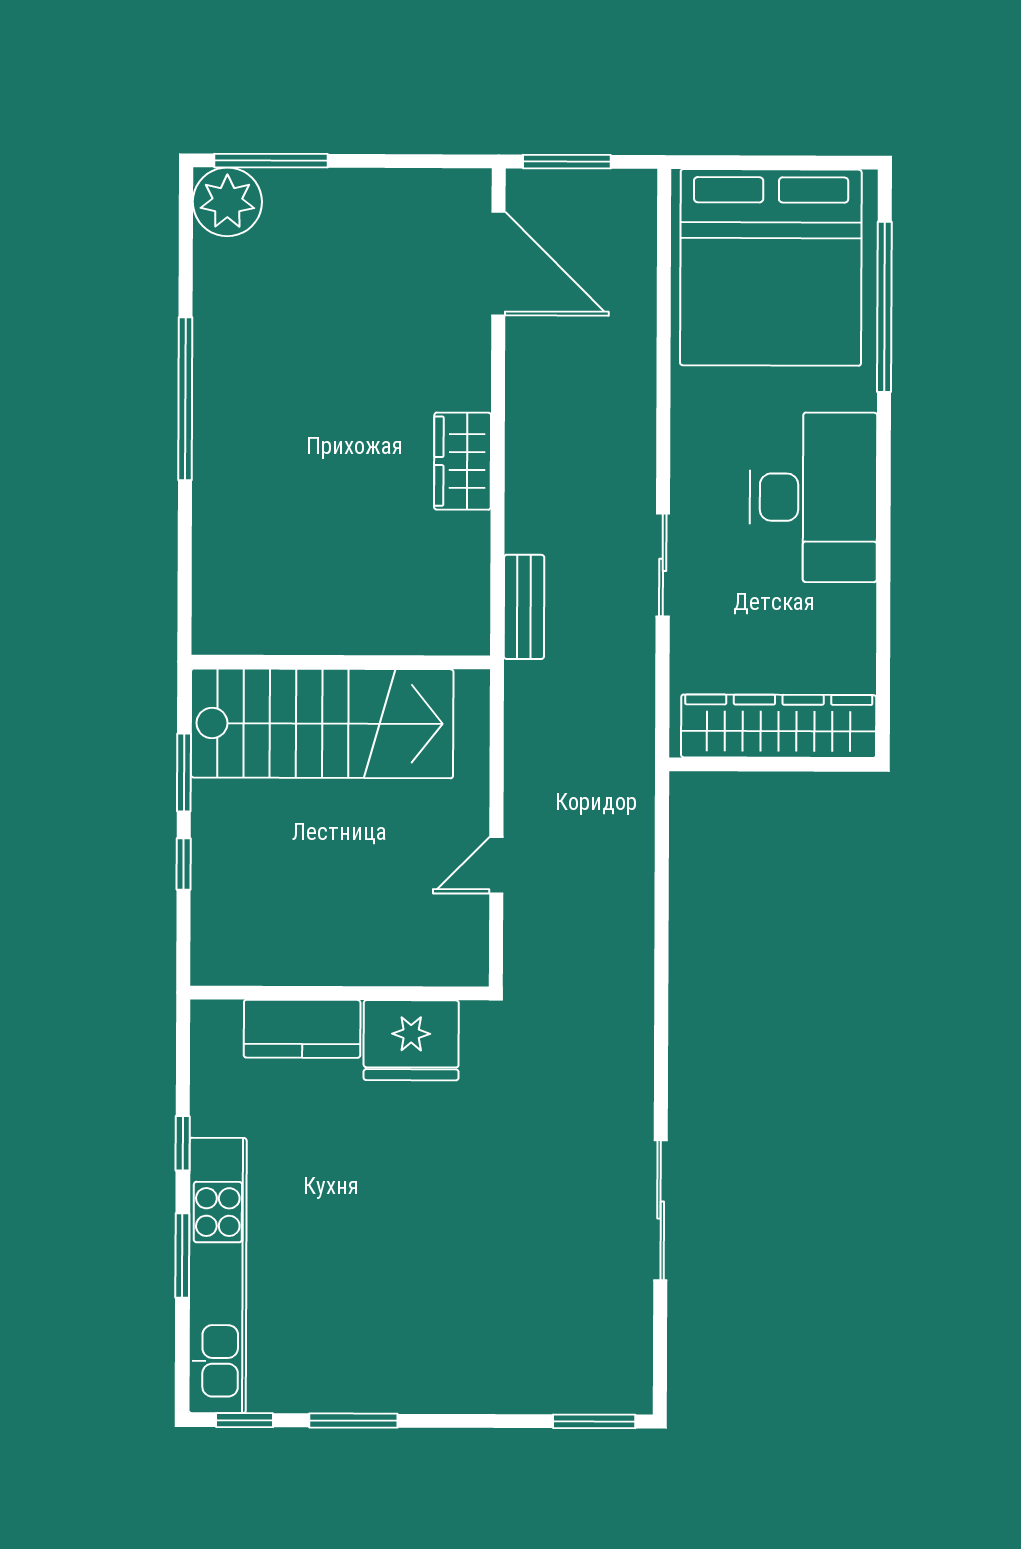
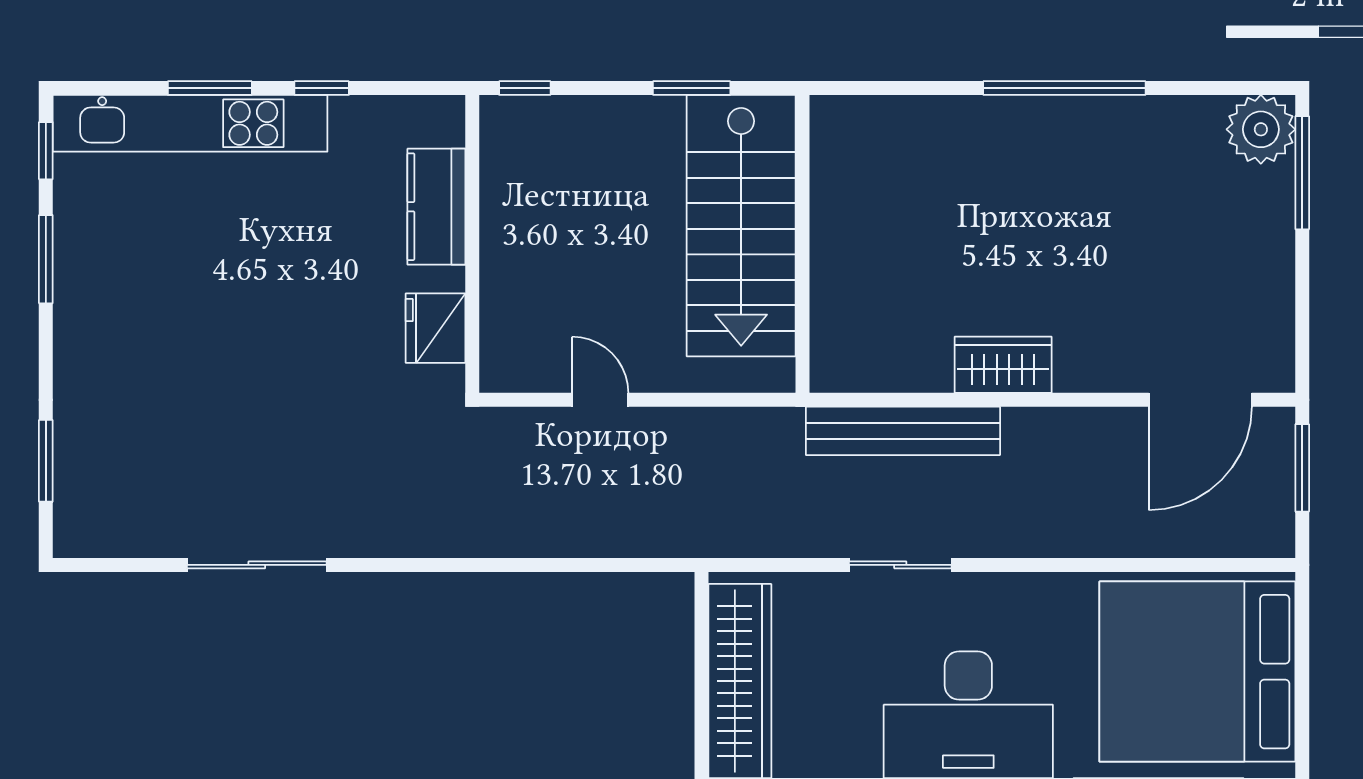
bench: (524, 607) -> (903, 431), width x1.86, depth x1.21
window: (184, 864) -> (525, 88), moved
fridge: (411, 1040) -> (435, 328), width x0.73, depth x0.75
window: (594, 1421) -> (46, 461), moved

